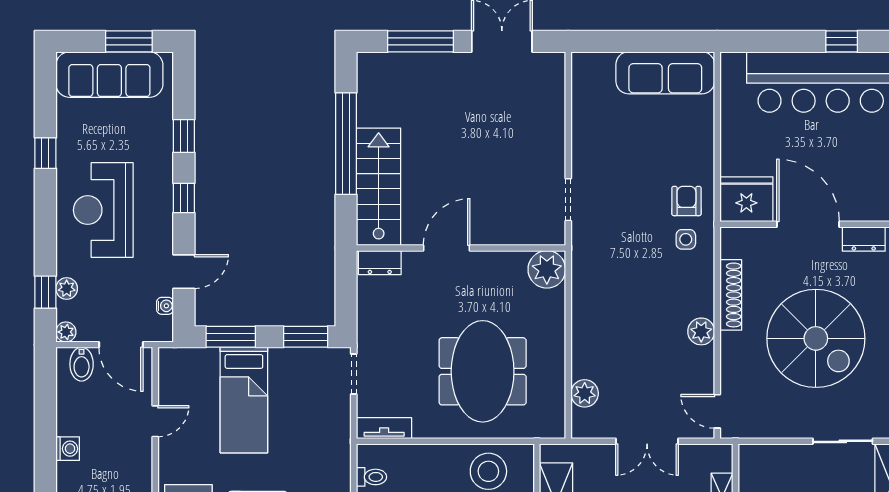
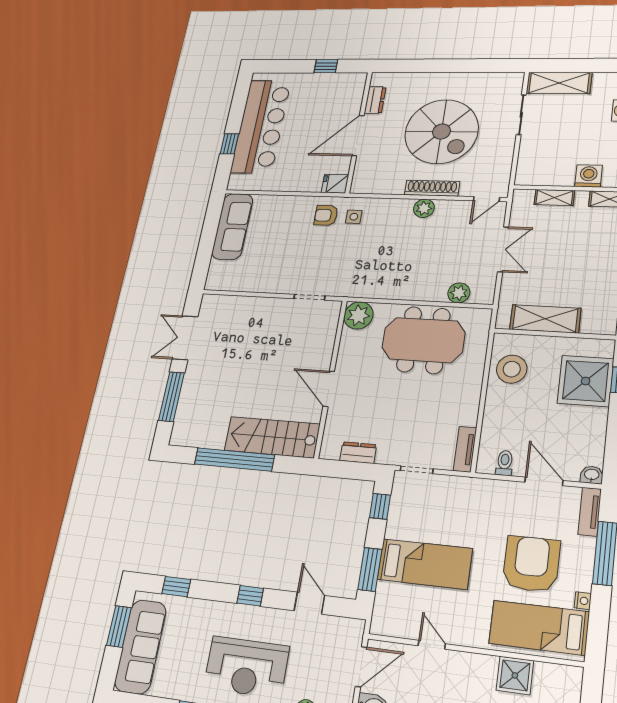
window: (842, 41) -> (229, 144), moved
window: (184, 136) -> (176, 587), moved
fridge: (746, 199) -> (335, 184), width x0.53, depth x0.75
dresser: (380, 263) -> (358, 453), moved, turned -90
shoe rack: (731, 295) -> (432, 188), moved
water cooler: (165, 306) -> (335, 623), removed
window: (306, 337) -> (380, 506), width x0.67
spiral stairs: (816, 338) -> (441, 132), turned 90
meeting table: (483, 371) -> (423, 340), moved

